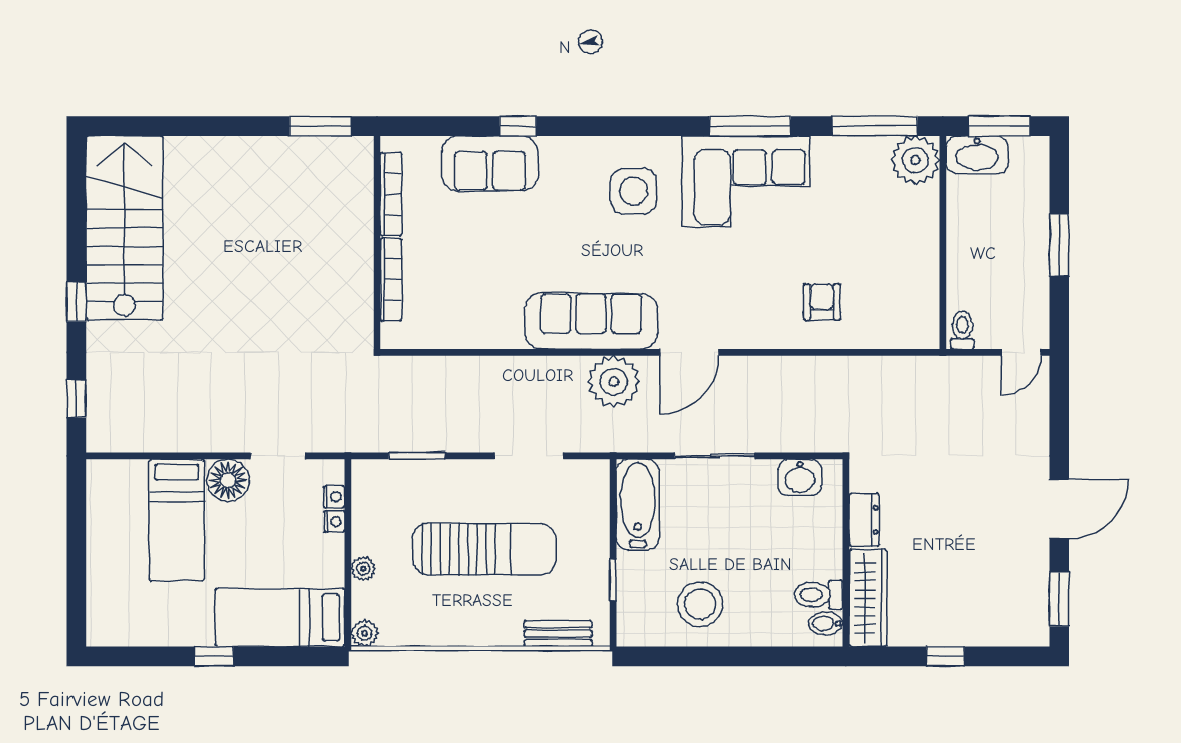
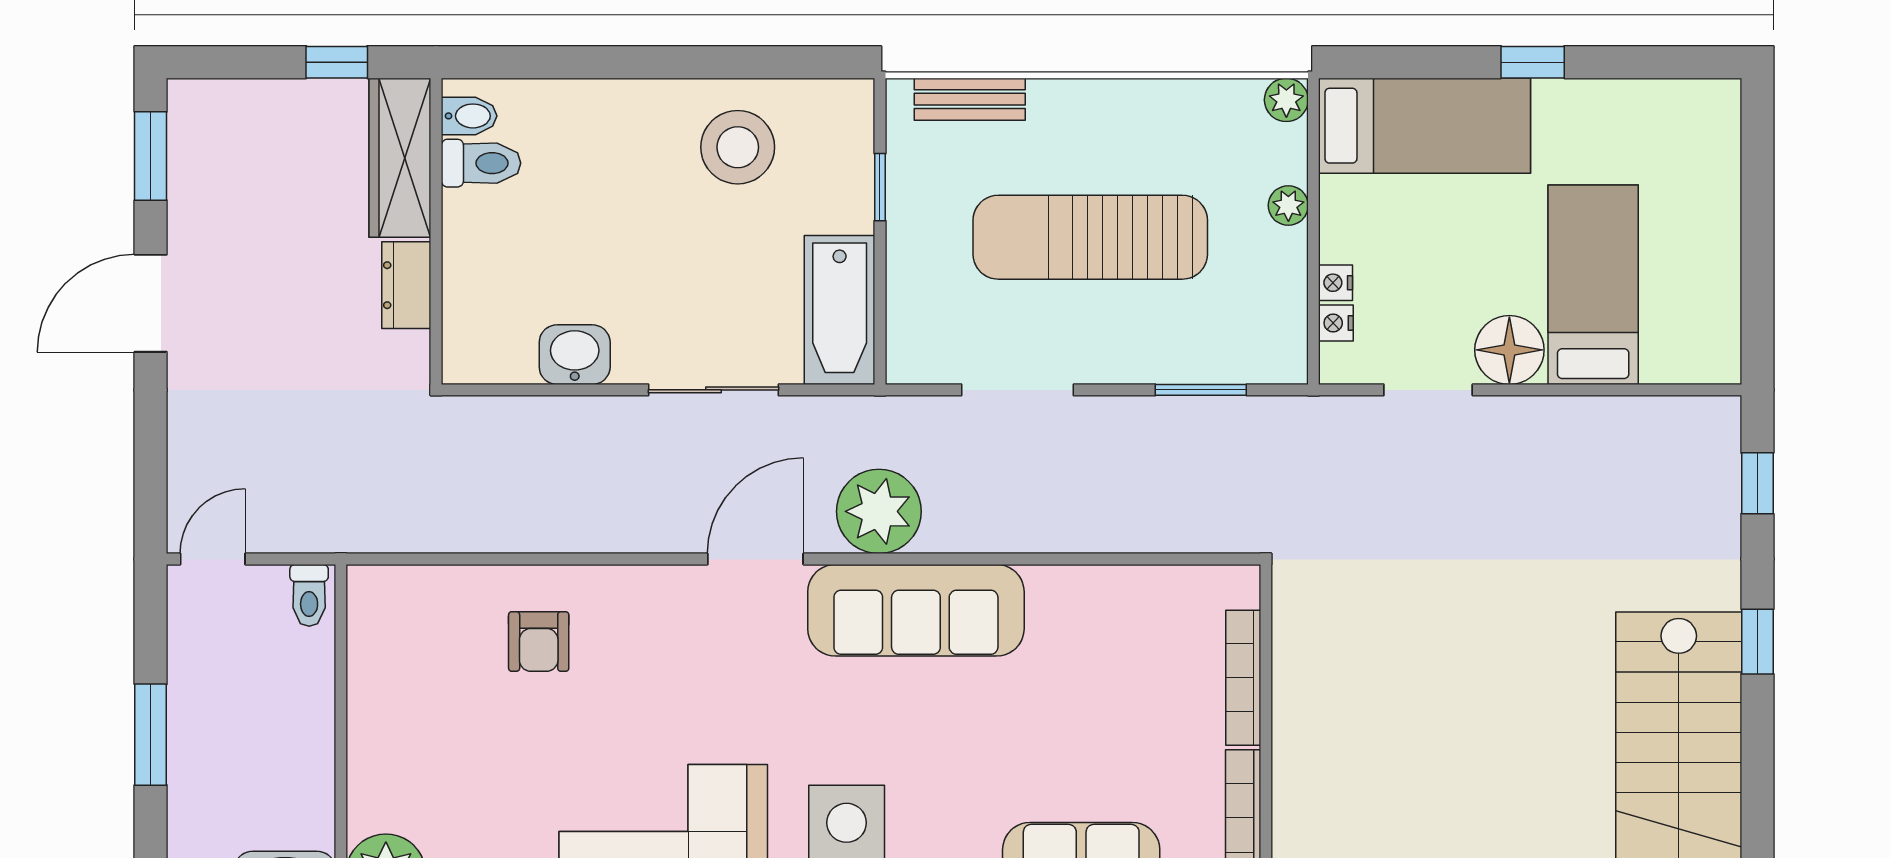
dresser: (864, 520) -> (406, 285), moved
wall: (846, 553) -> (436, 231), moved
toilet: (818, 595) -> (481, 163), moved
wardrobe: (868, 598) -> (400, 158), moved
bidet: (826, 623) -> (469, 116), moved

